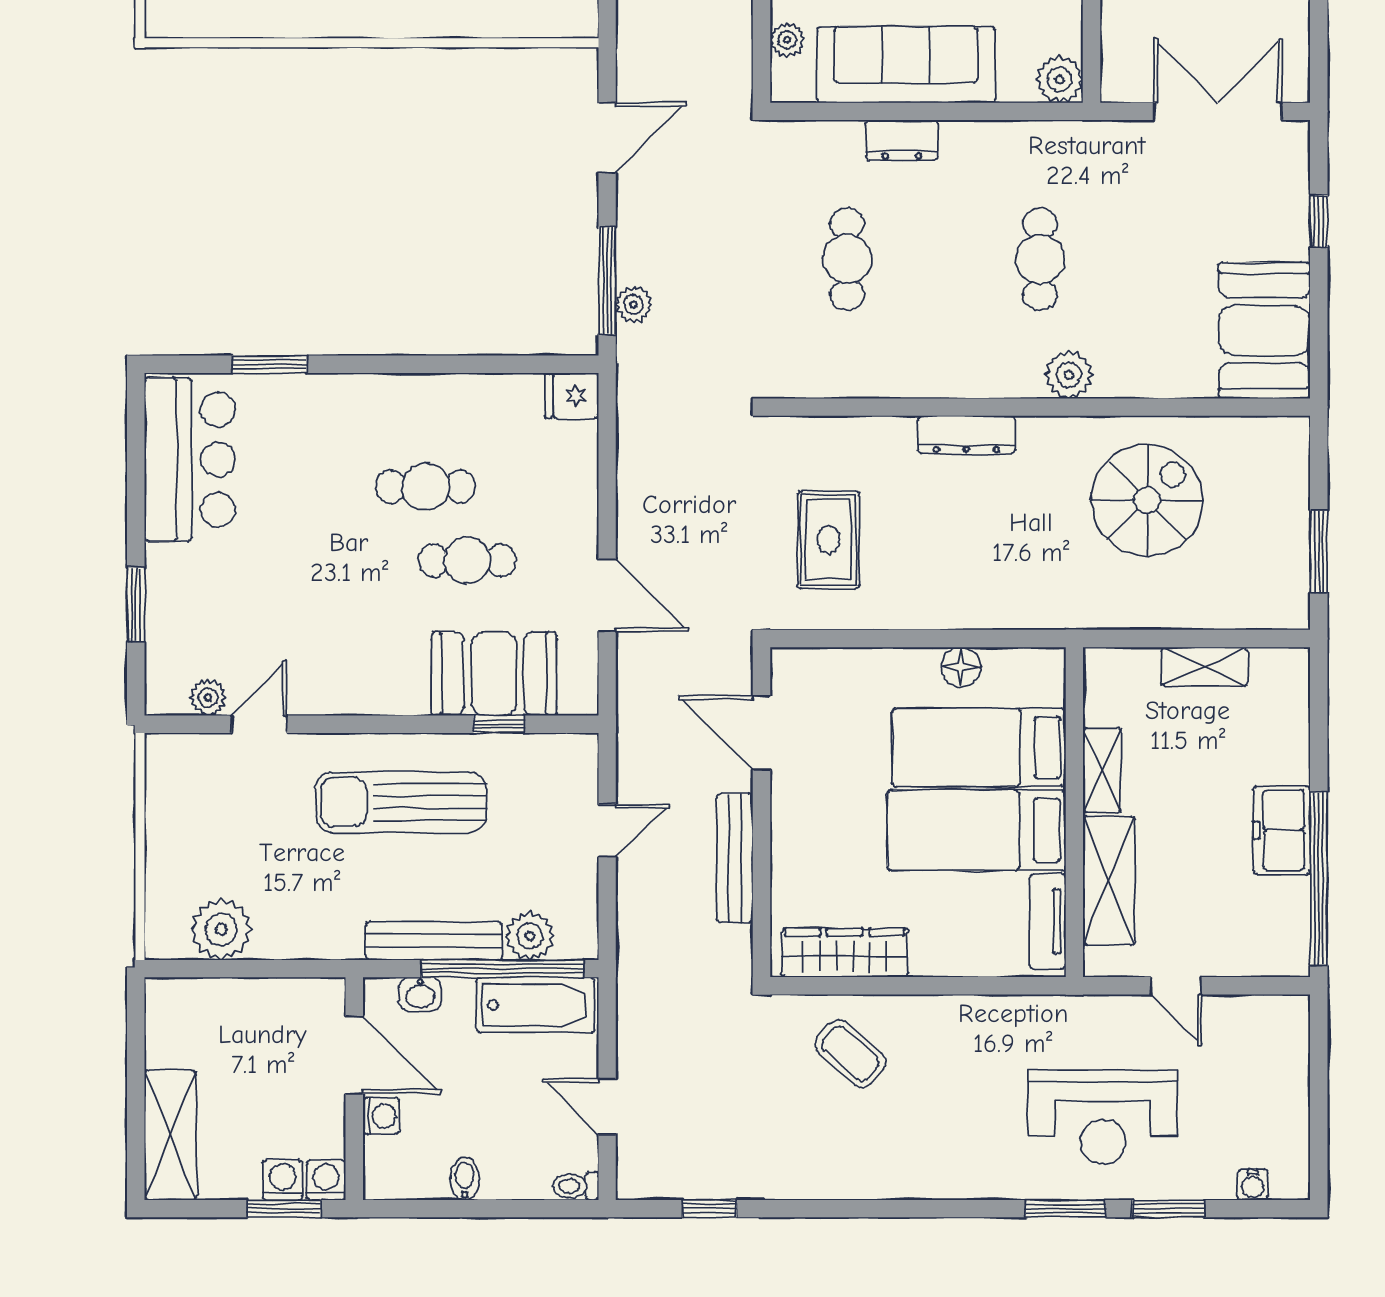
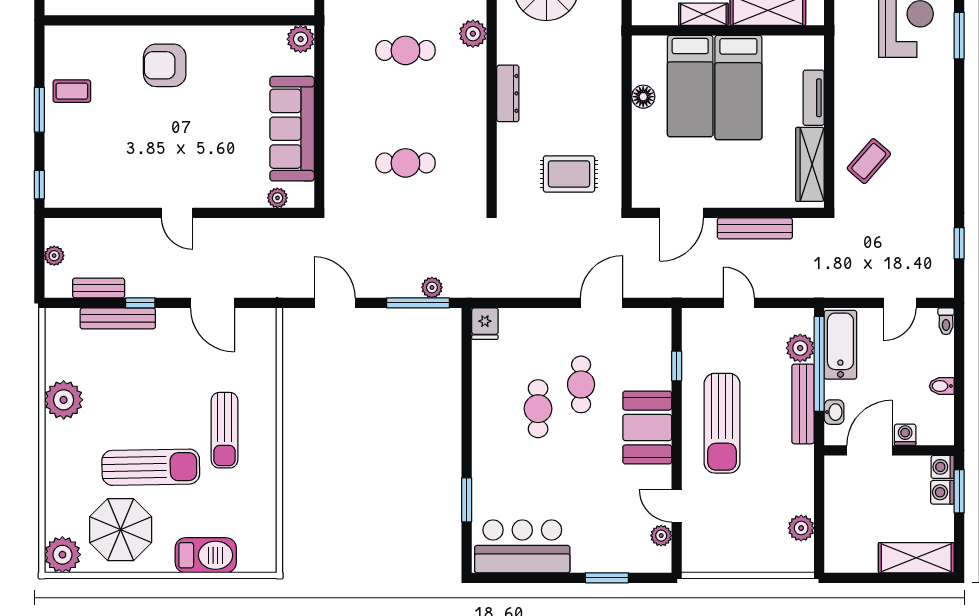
dresser: (902, 140) -> (336, 131), removed
booth: (494, 674) -> (647, 428), moved
tv unit: (1048, 921) -> (814, 98), moved, turned 90
plant: (221, 929) -> (801, 528), width x0.73, depth x0.73

